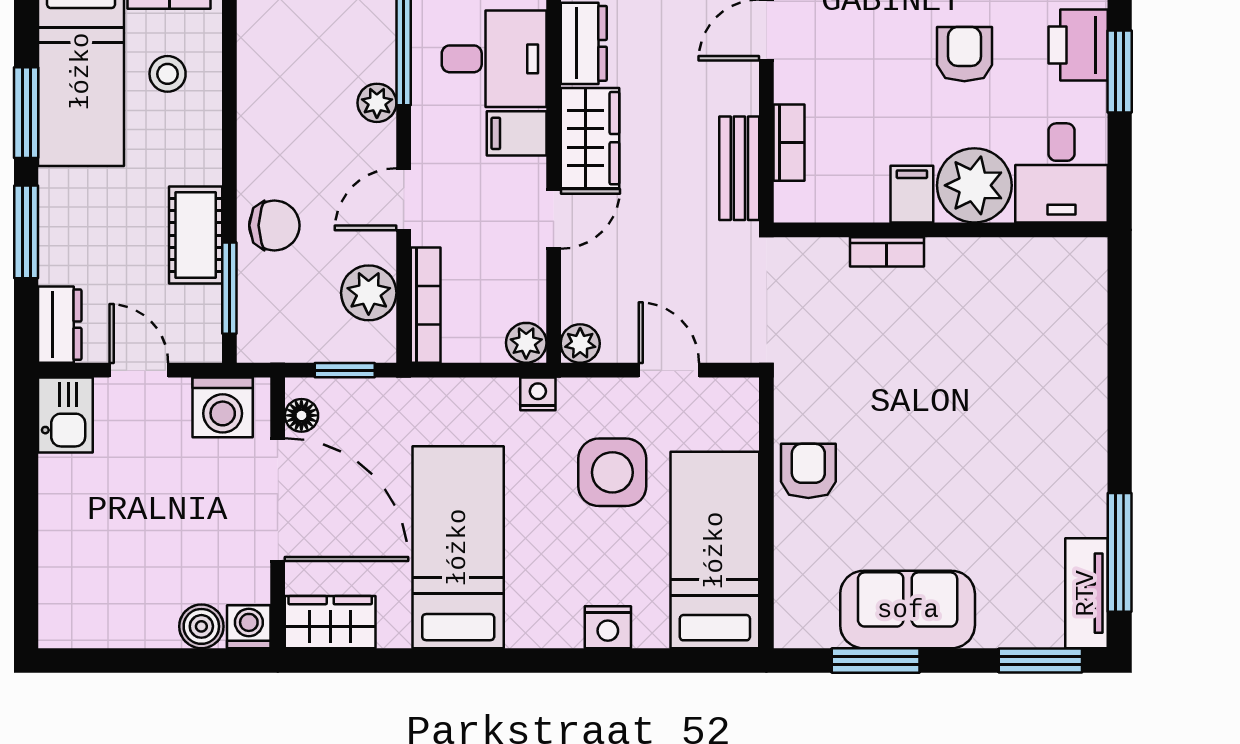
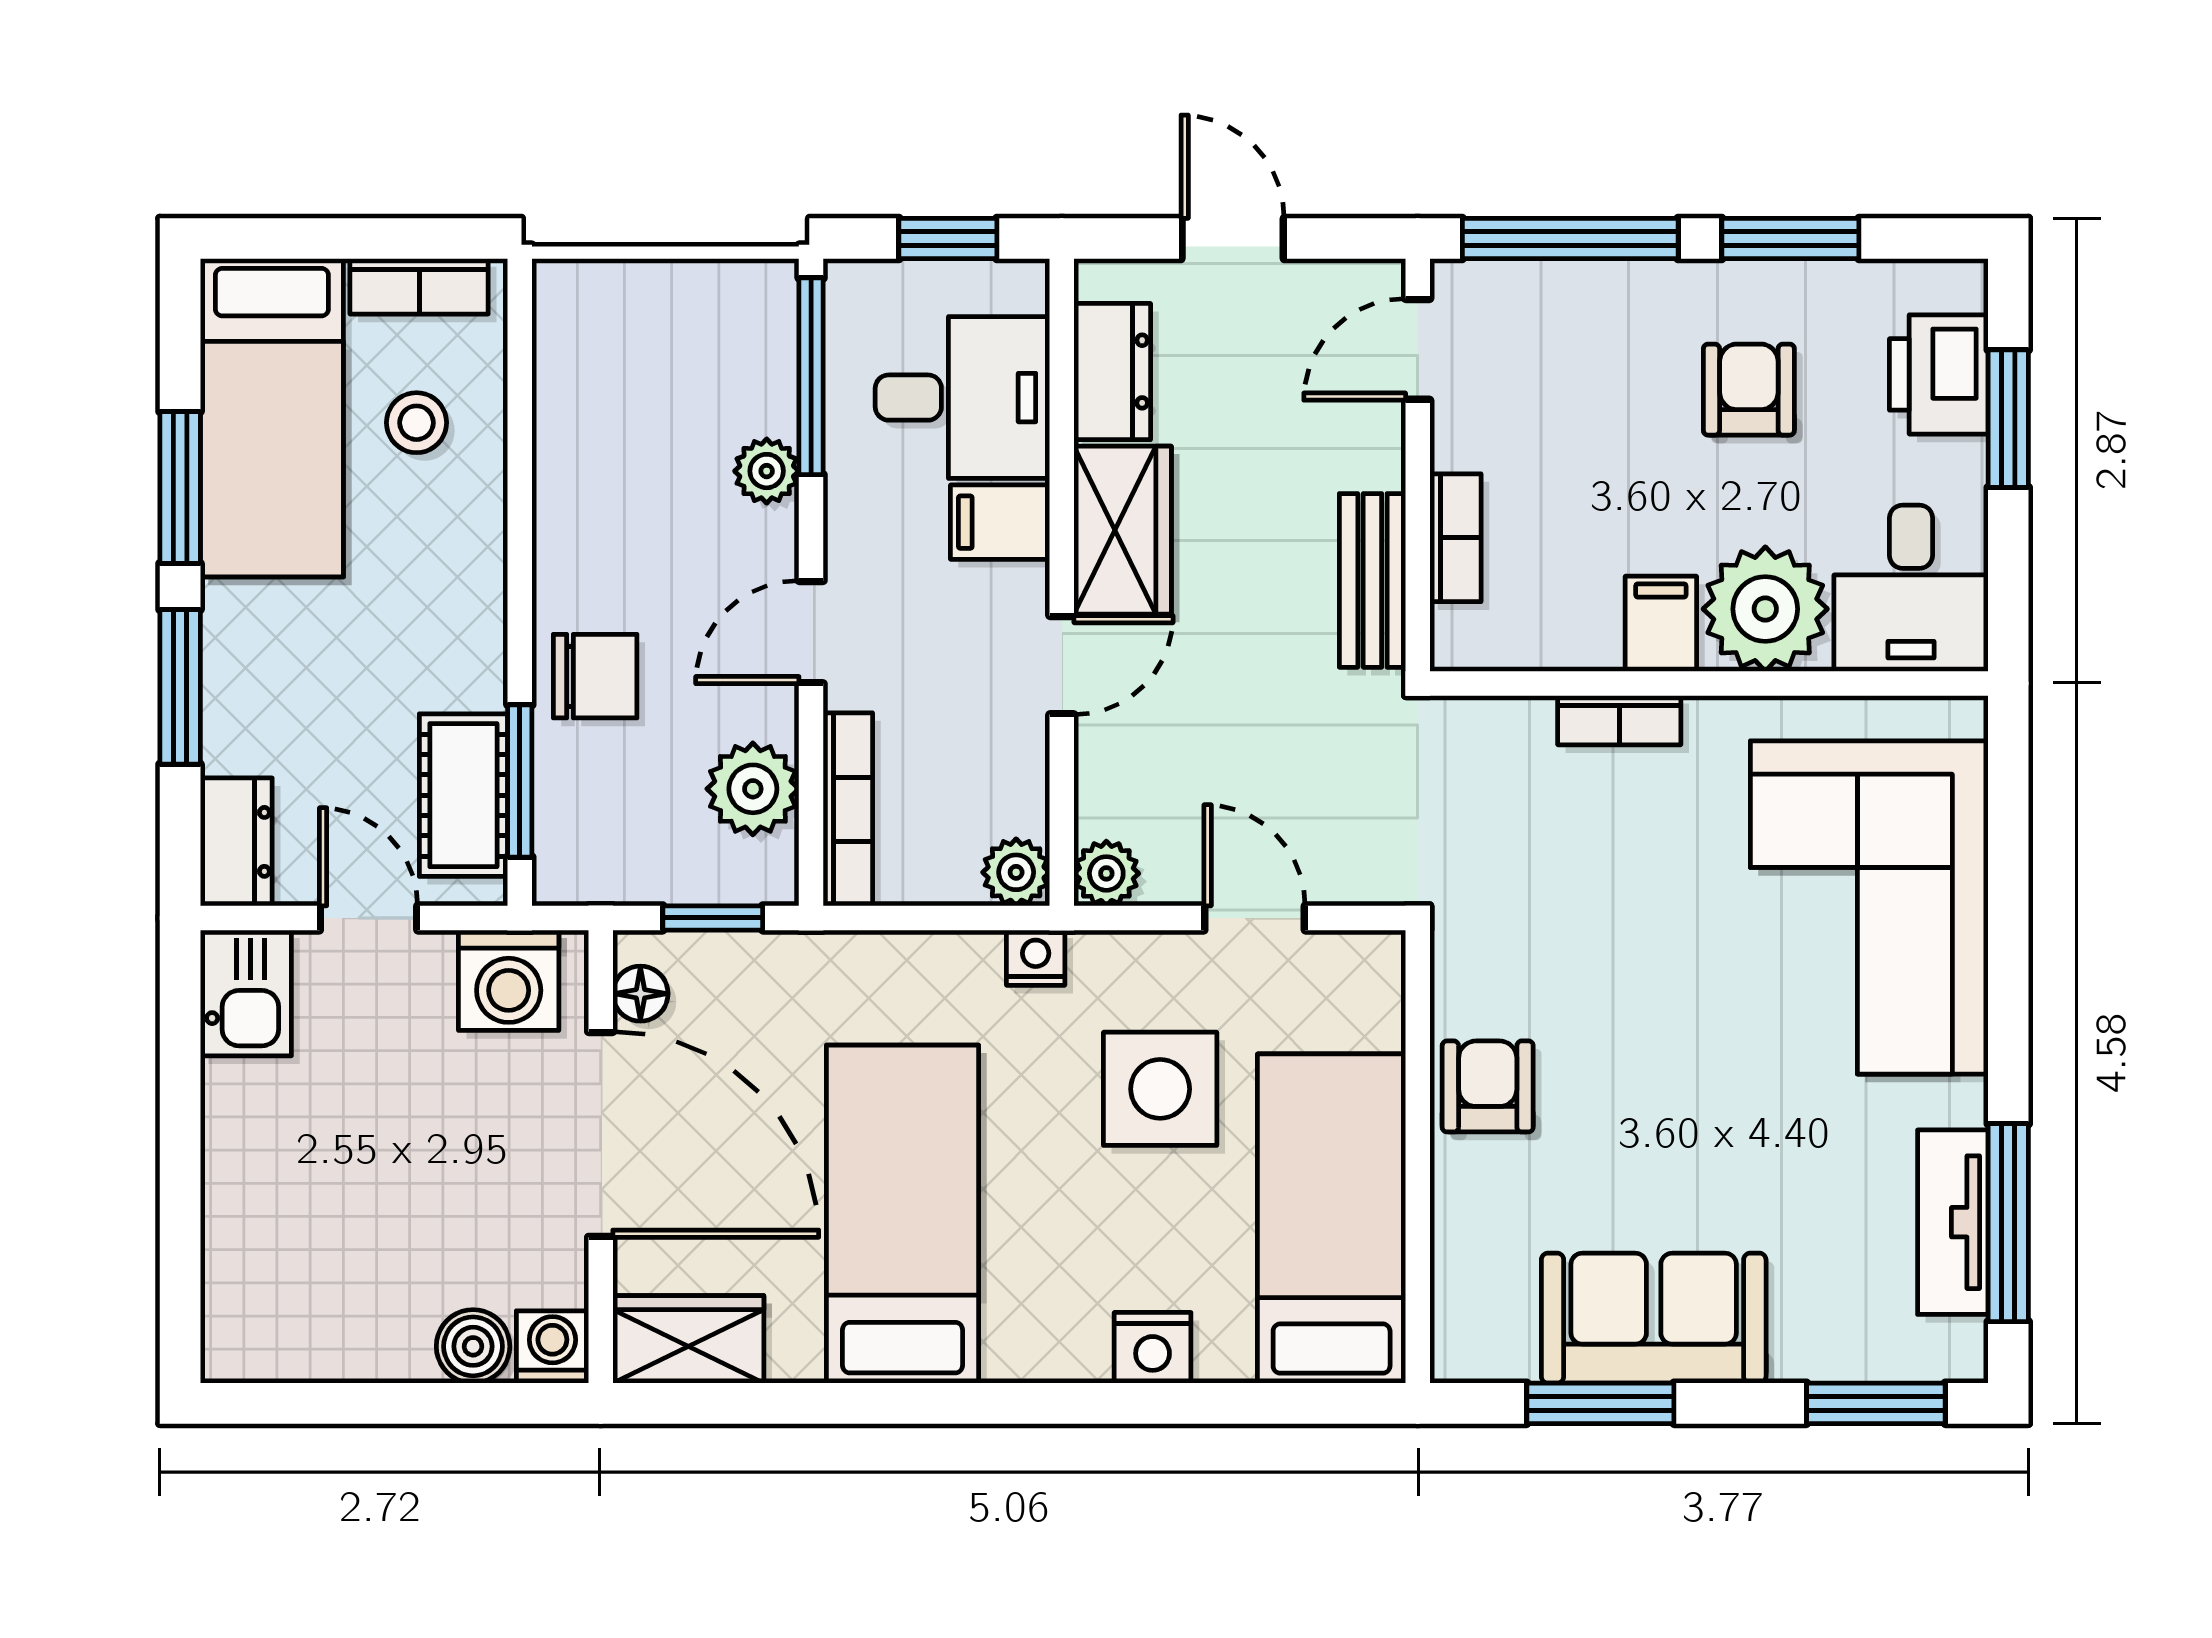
cot: (196, 235) -> (463, 795), moved
corner sofa: (1036, 364) -> (1869, 907), added
tv unit: (1086, 593) -> (1953, 1222), moved

